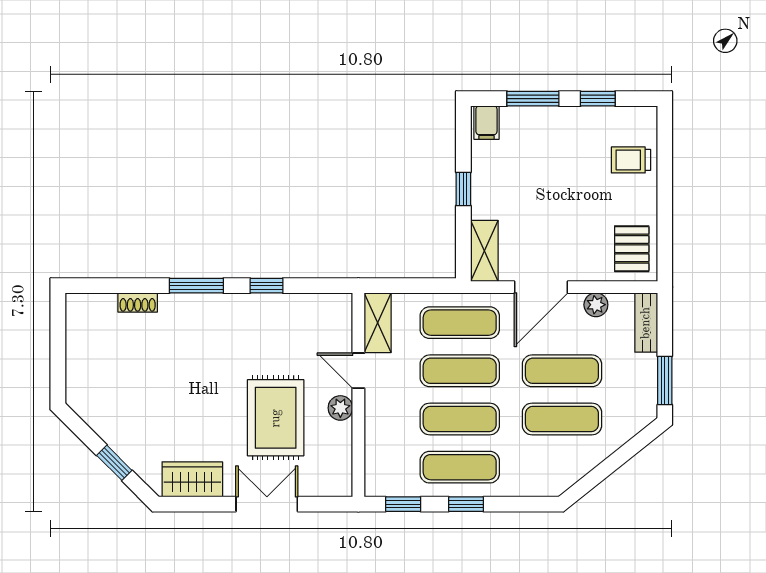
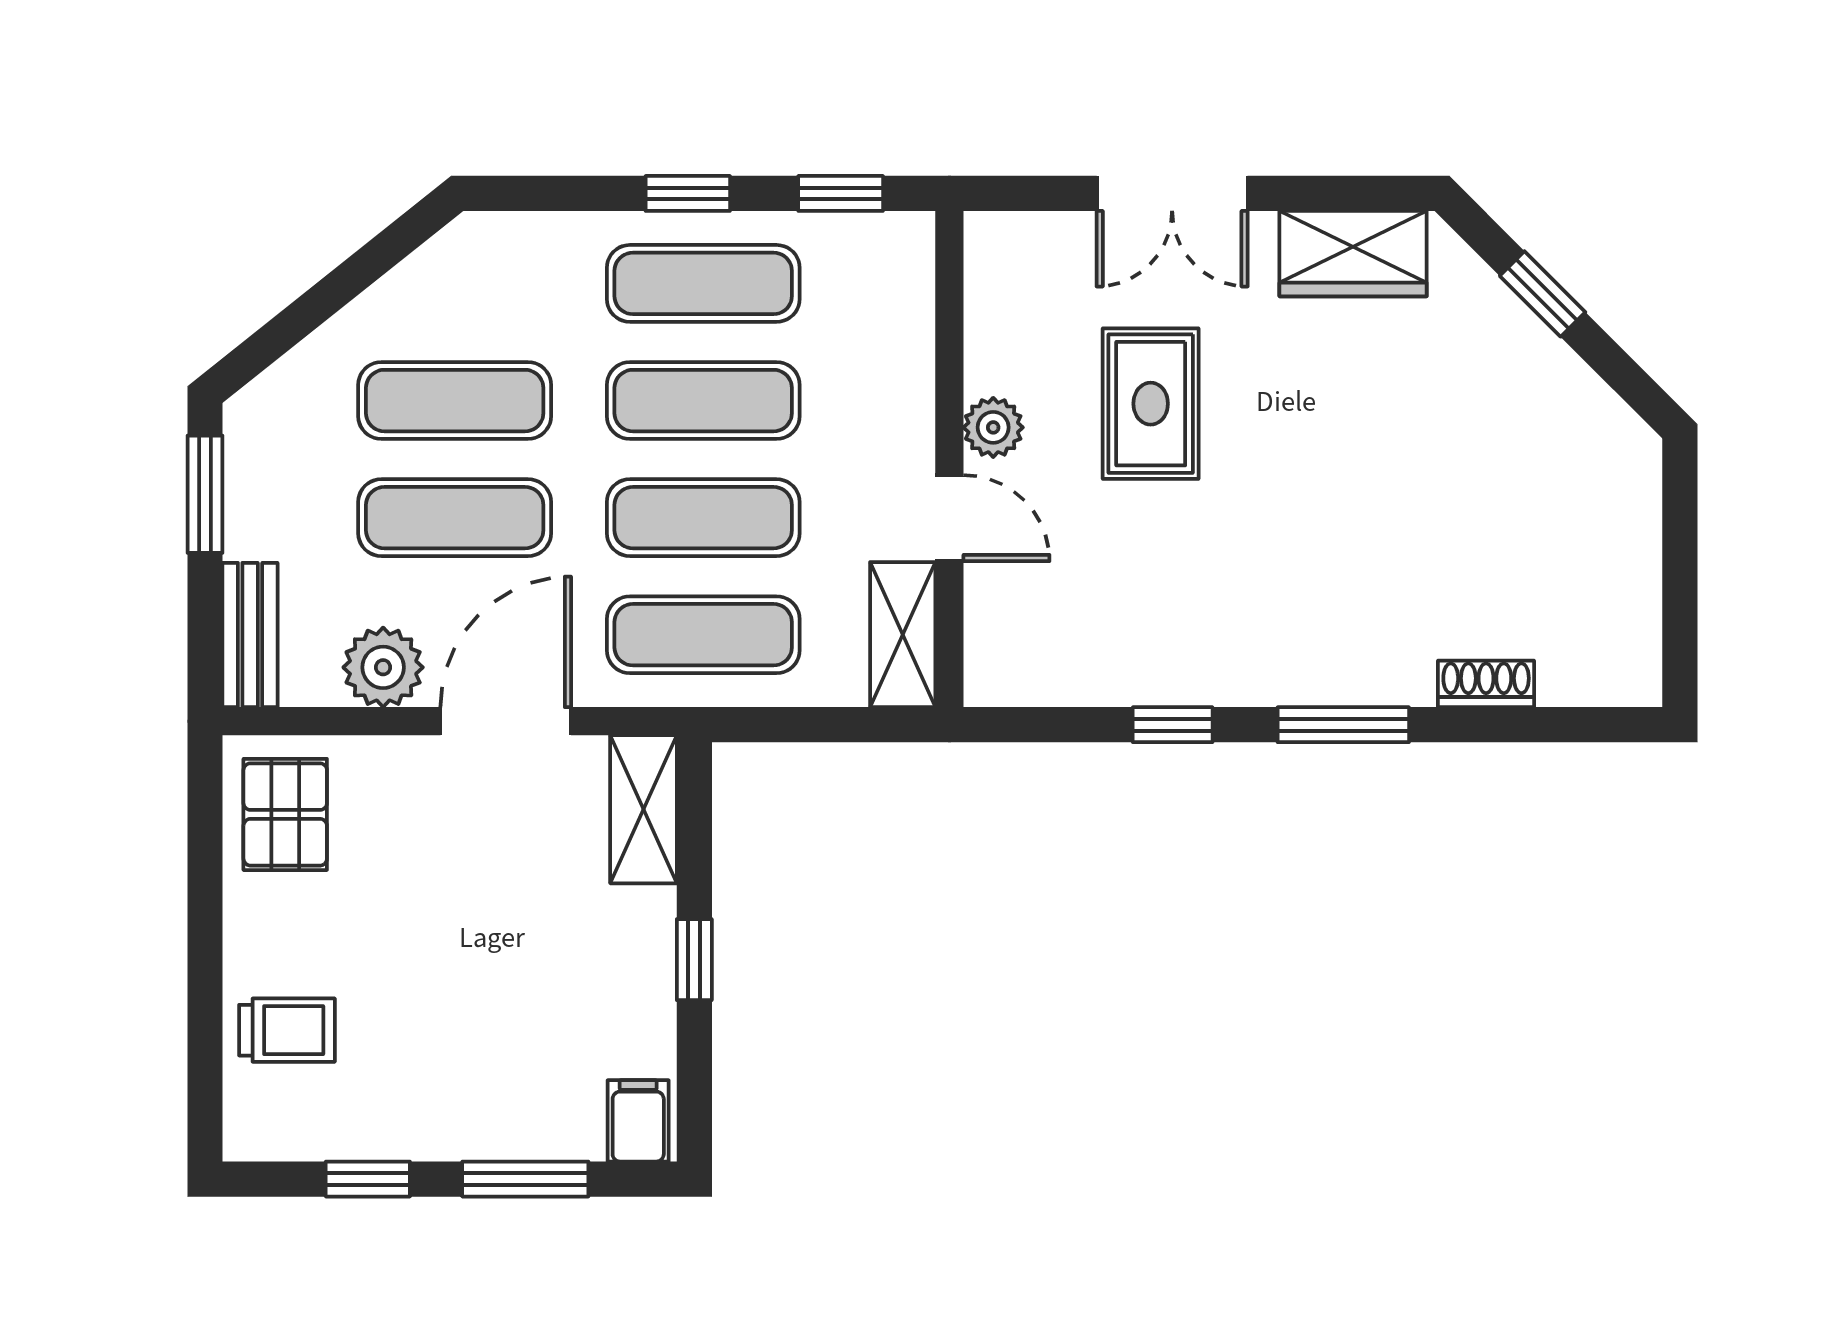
plant: (596, 305) -> (383, 667), width x1.38, depth x1.38
rug: (276, 418) -> (1151, 404), width x0.73, depth x0.70

